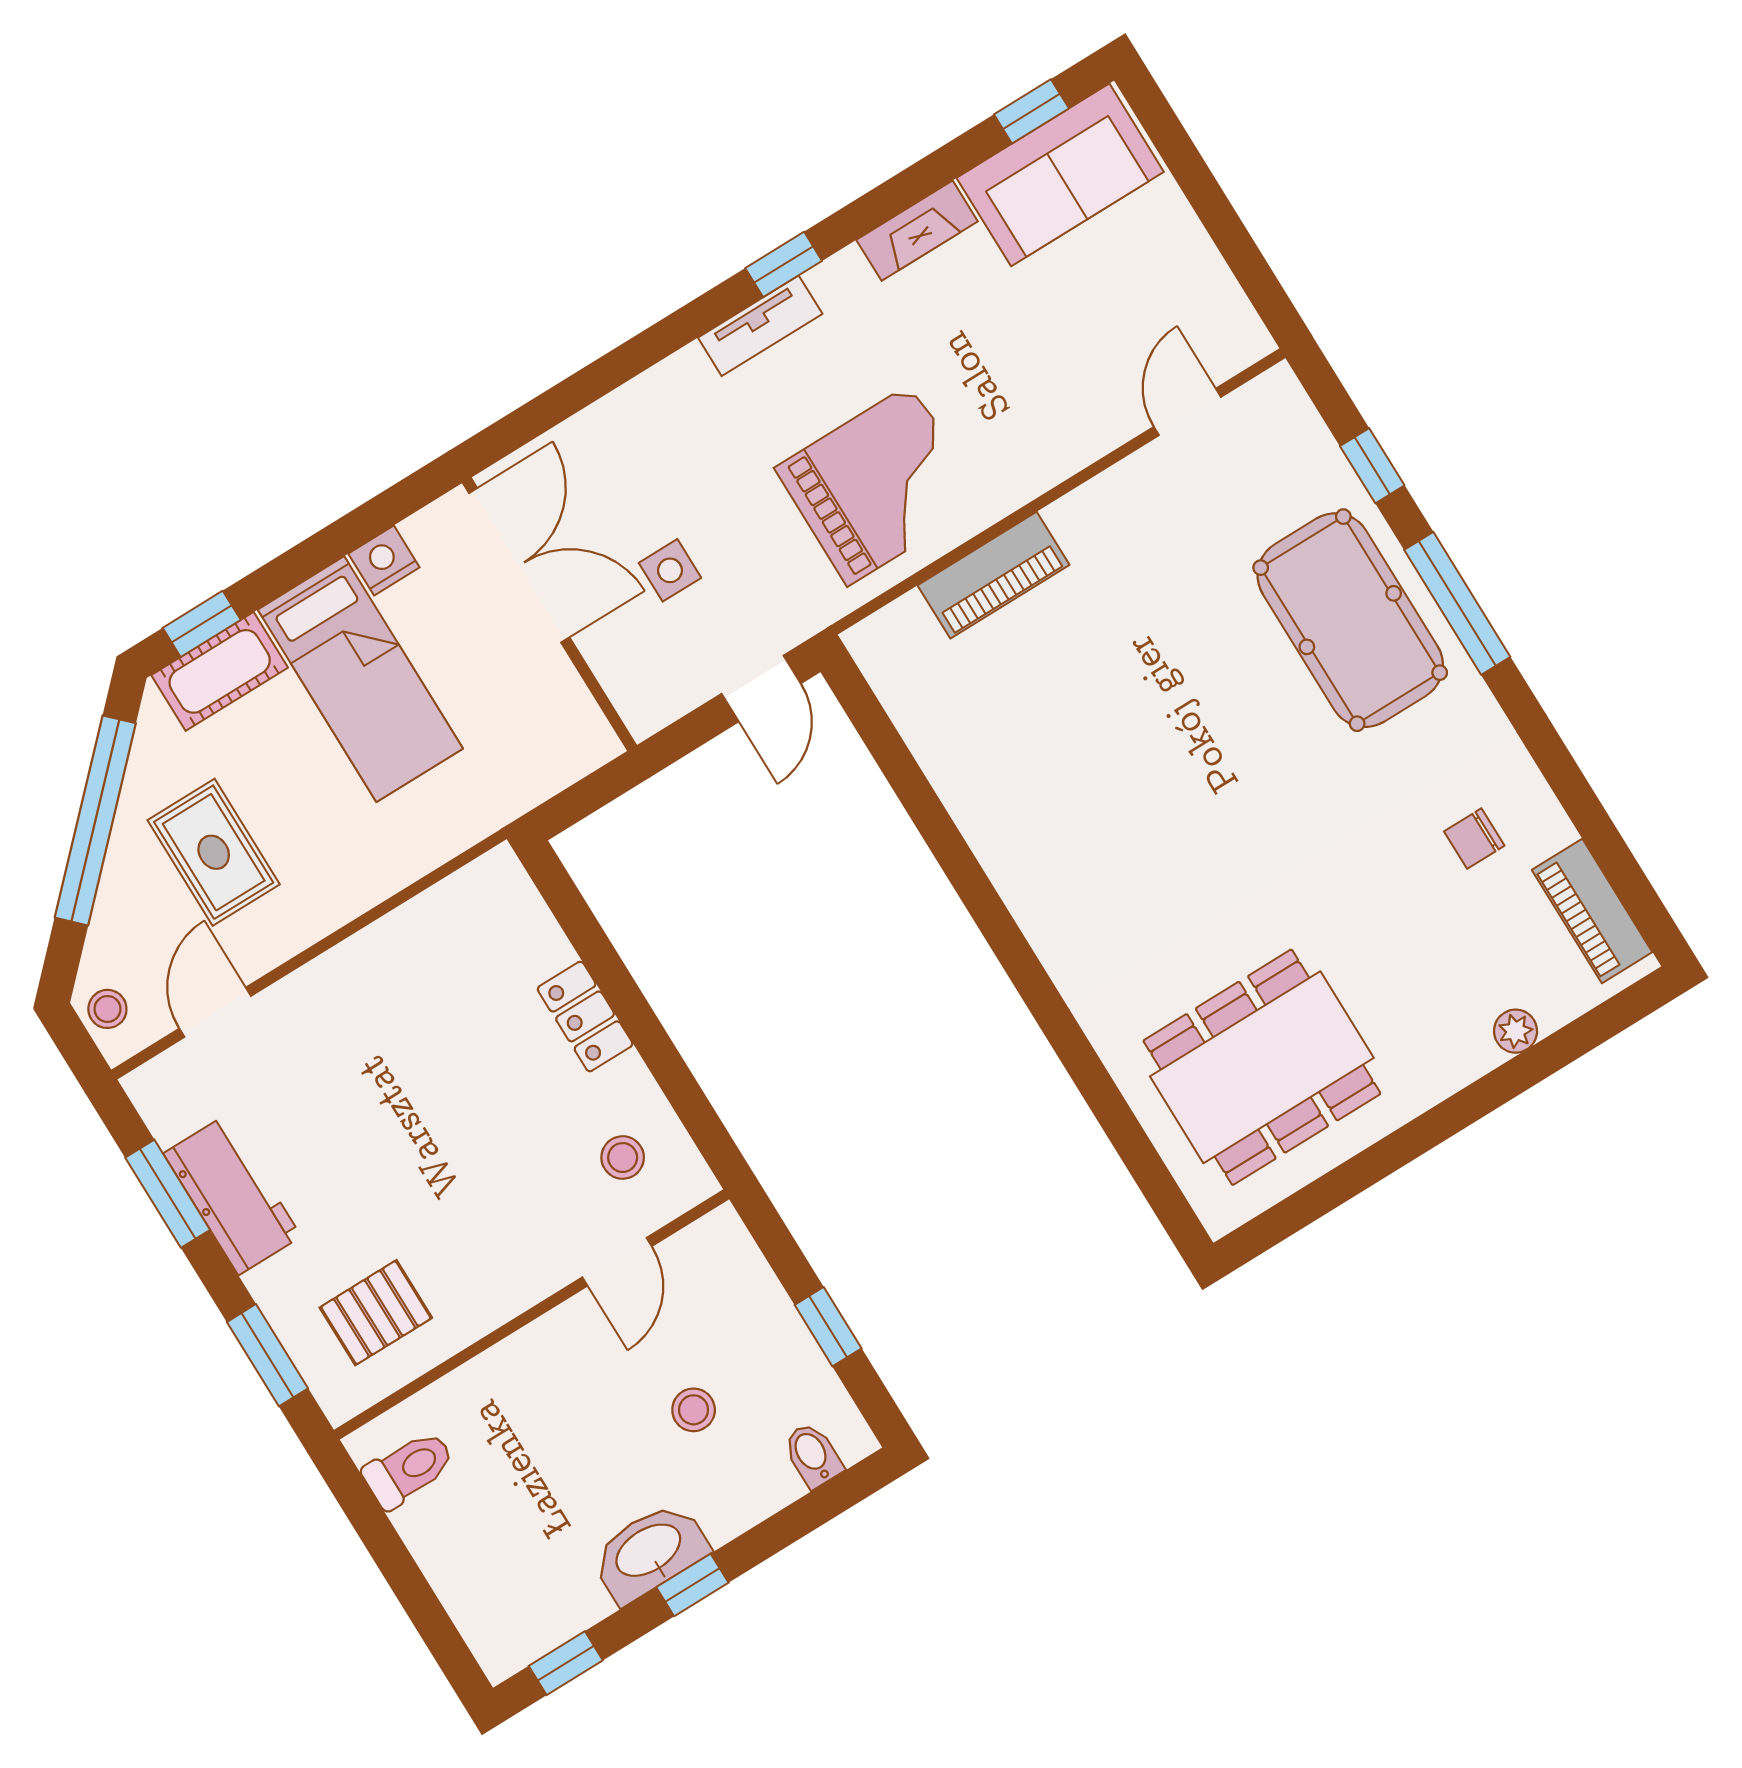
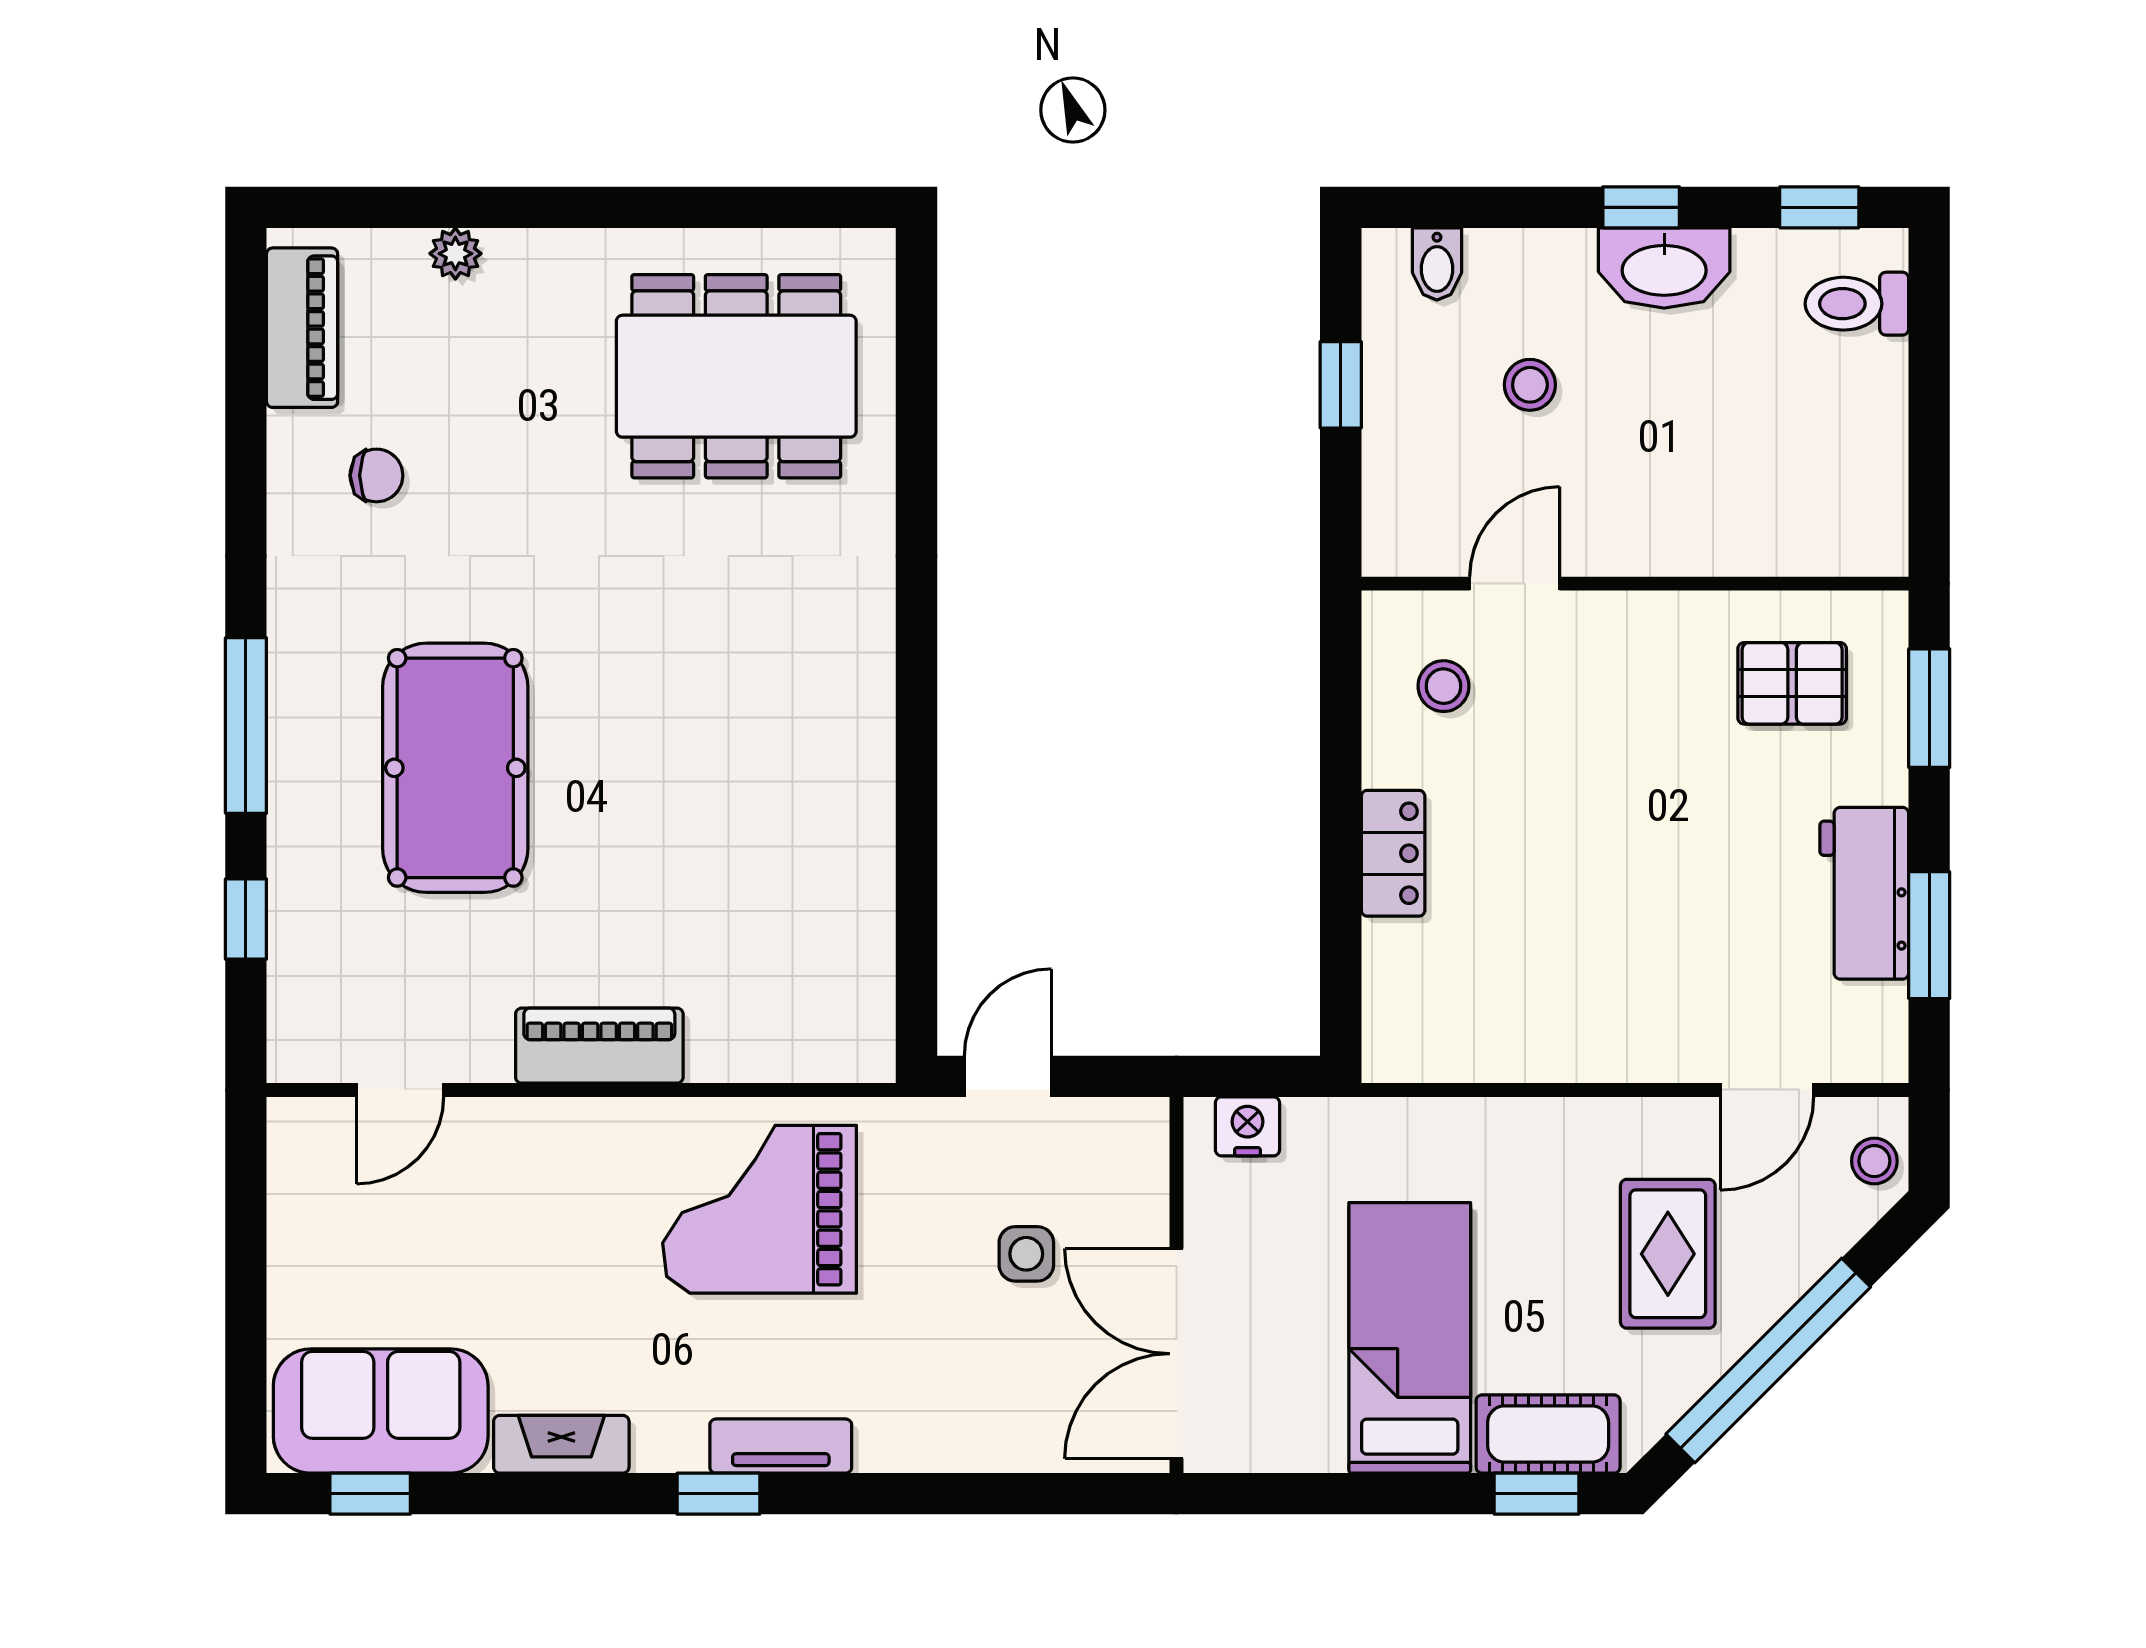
nightstand: (384, 561) -> (1247, 1126), moved, turned 180
piano: (994, 575) -> (599, 1046), moved
pool table: (1350, 620) -> (455, 768), moved
toilet: (409, 1469) -> (1857, 304), moved

